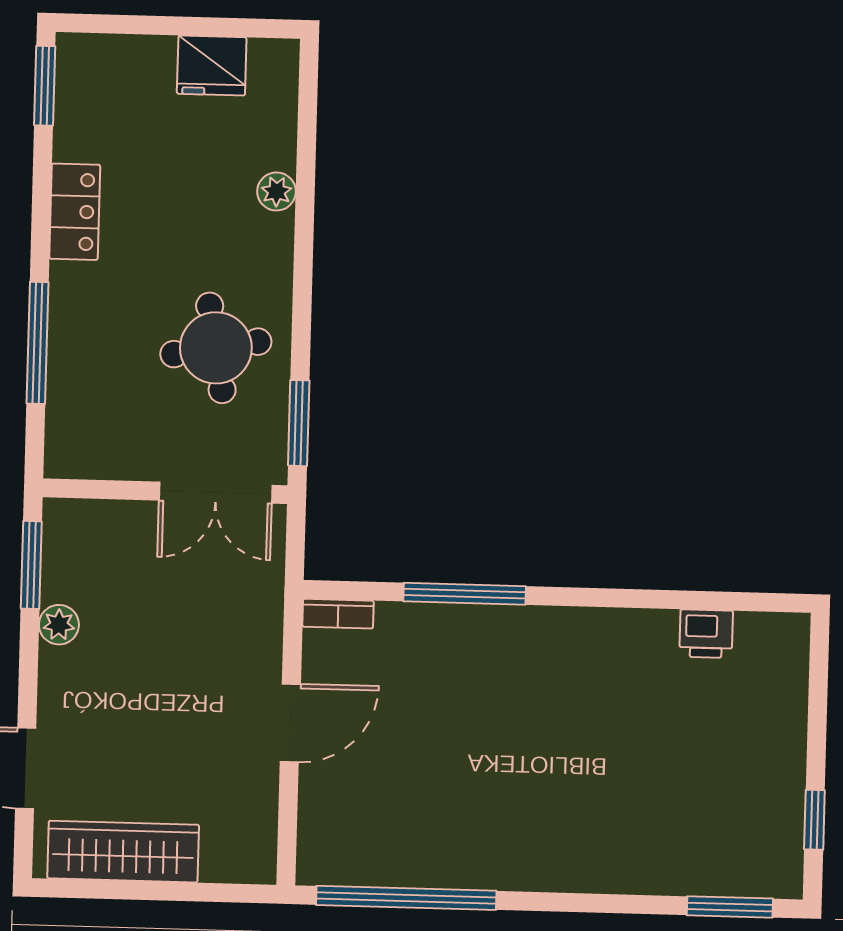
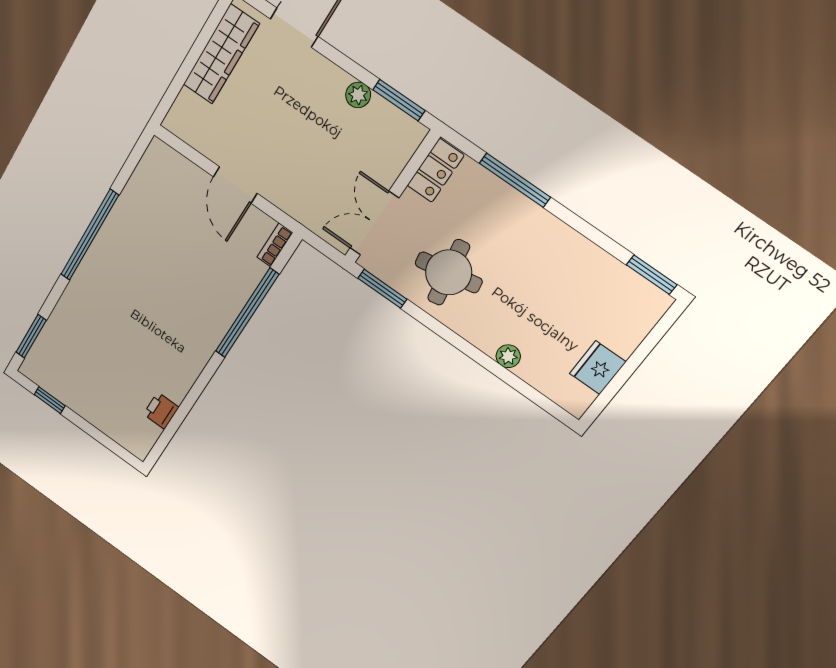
locker: (75, 212) -> (436, 170), moved, turned -90
window: (465, 594) -> (247, 313), width x1.46
window: (406, 898) -> (90, 235), moved

